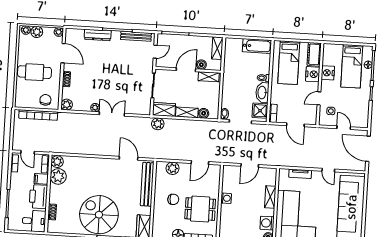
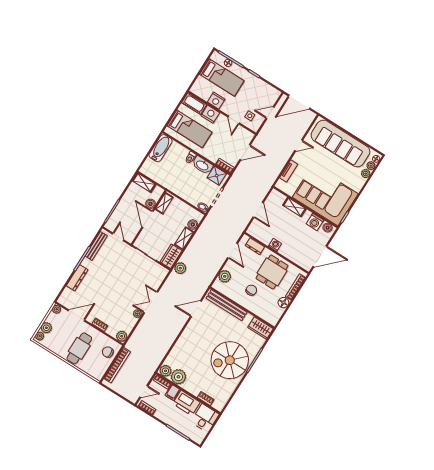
dresser: (215, 181) -> (255, 246), added

